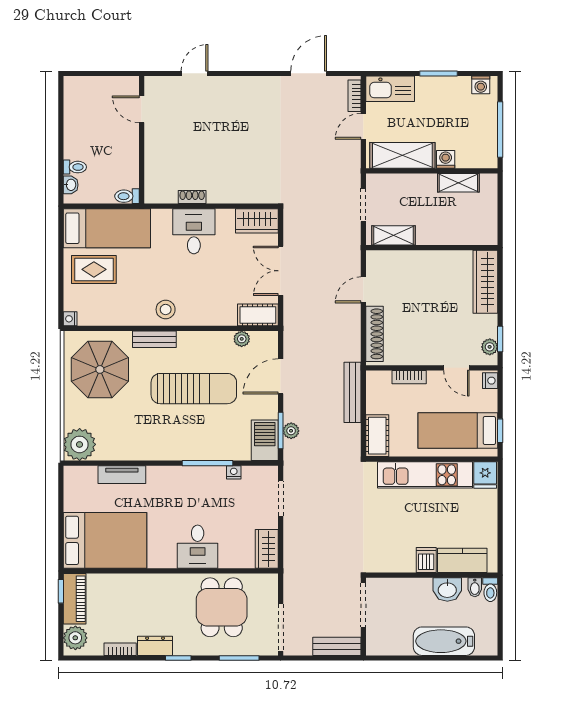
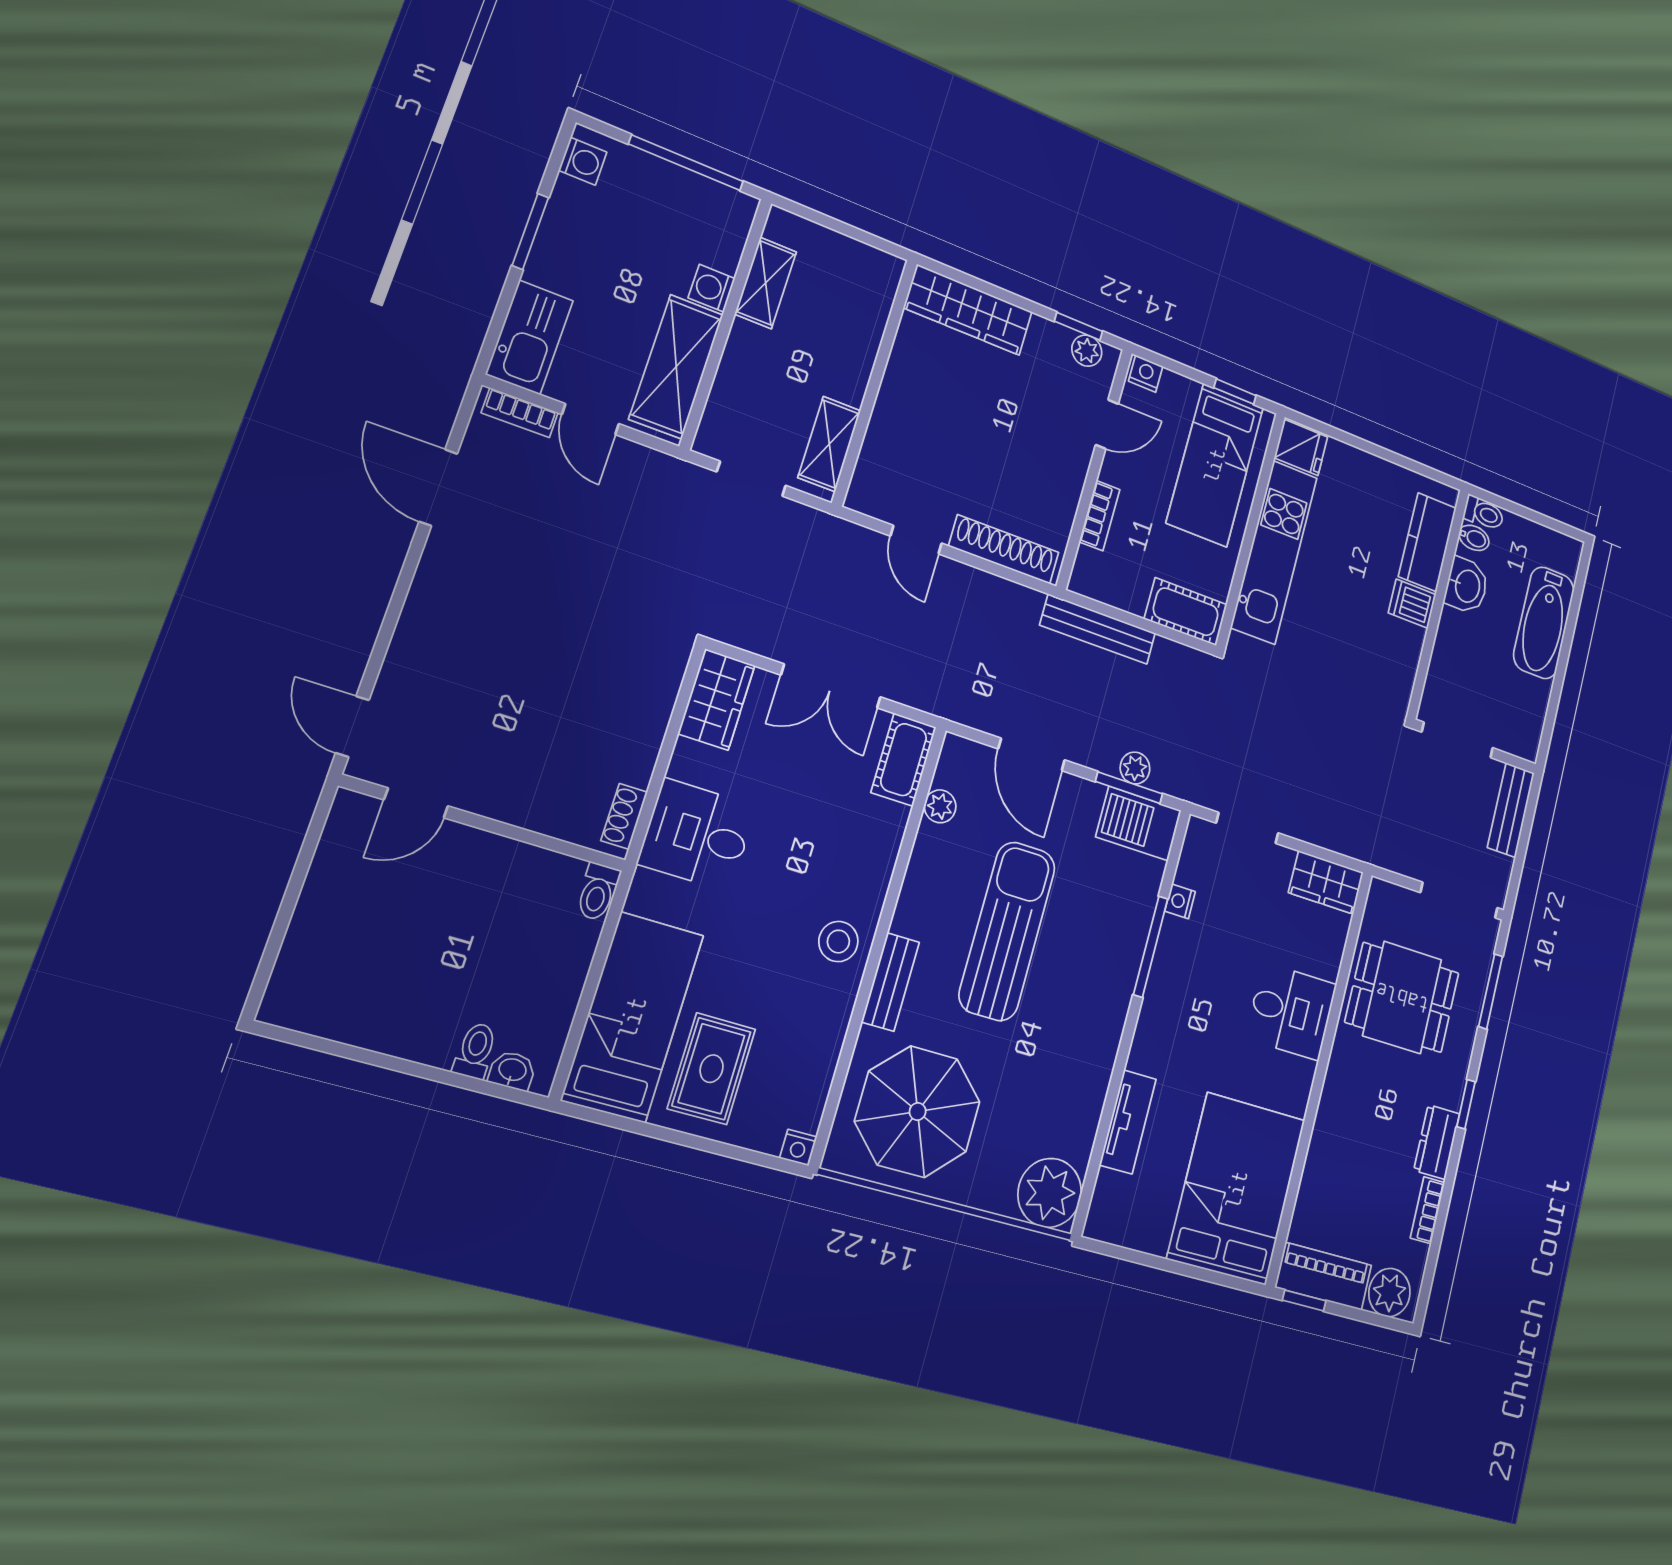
door: (142, 109) -> (416, 803), moved
wall: (142, 140) -> (485, 824), moved
toilet: (127, 196) -> (598, 892), moved

